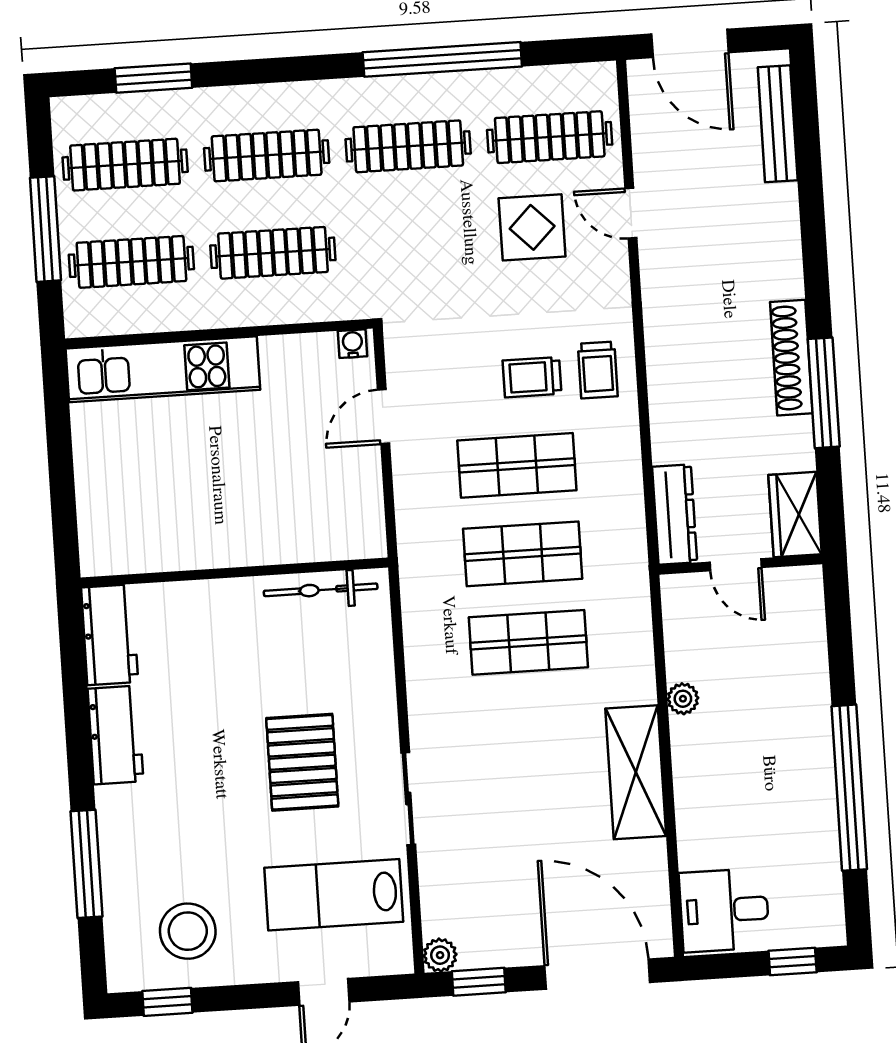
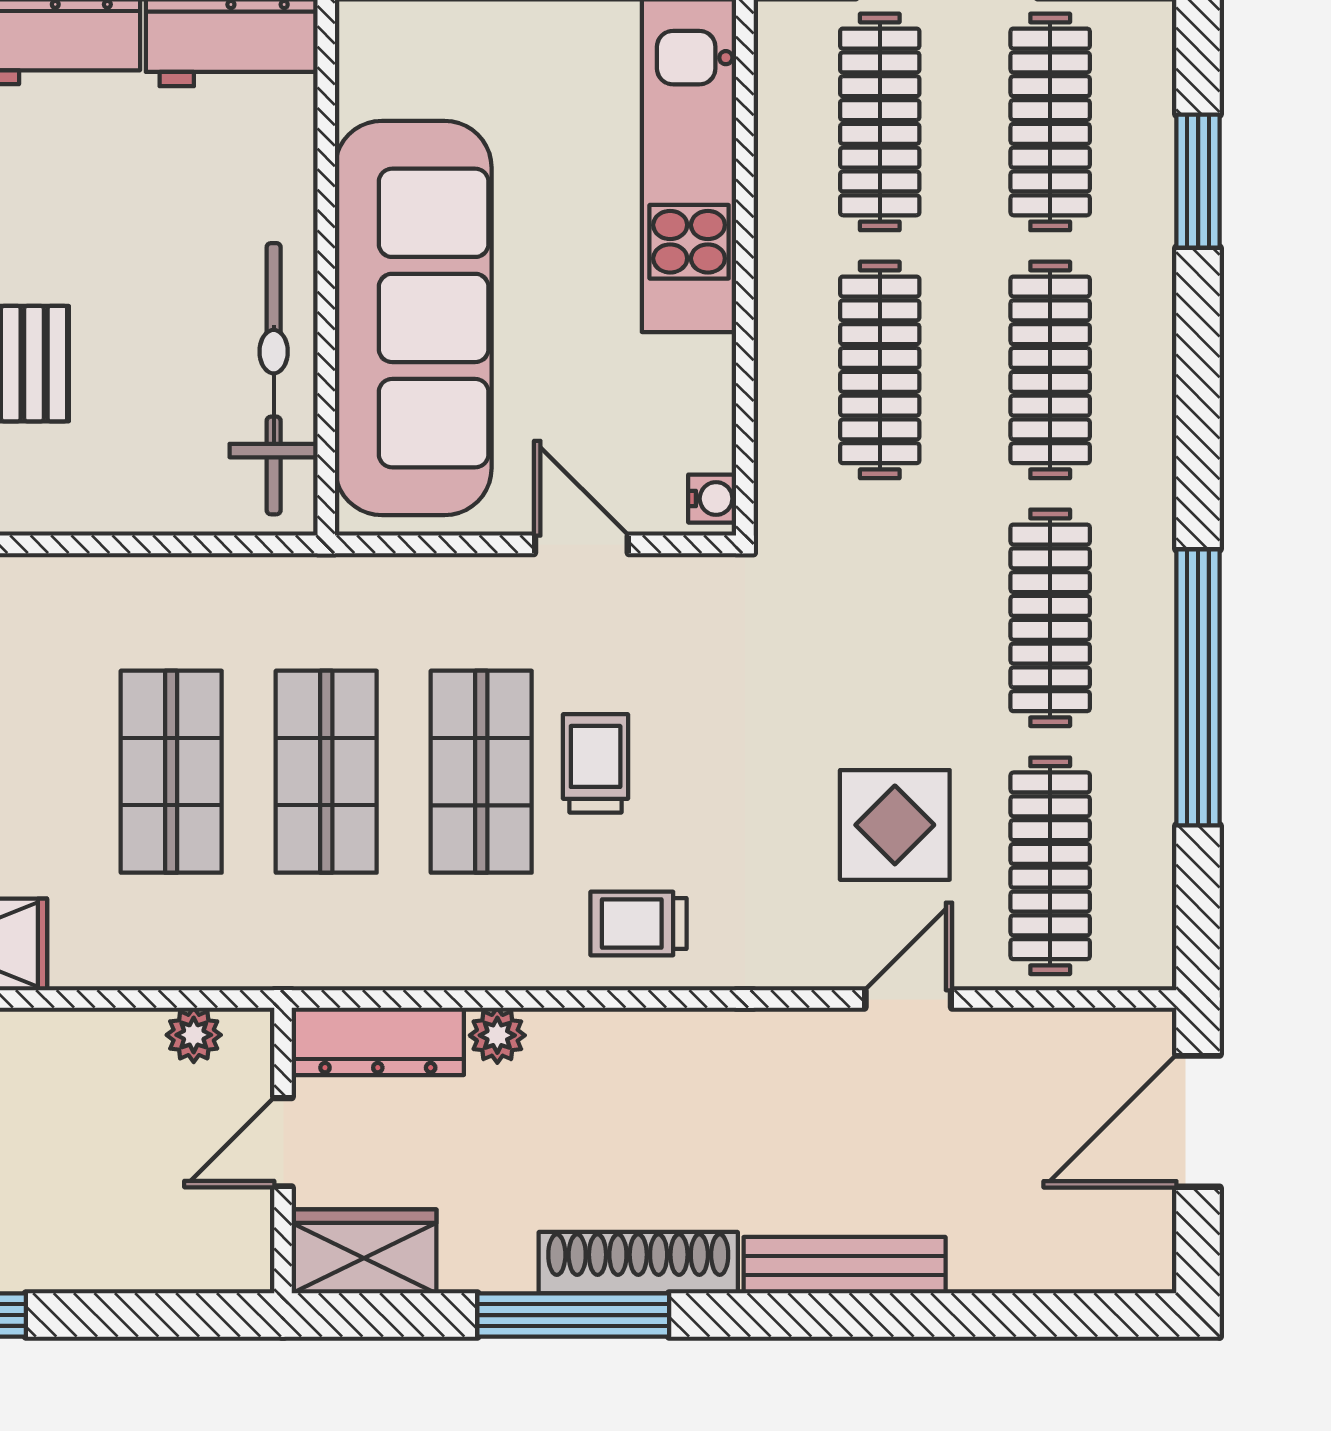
bench: (778, 124) -> (845, 1265), moved
trolley: (532, 377) -> (596, 763), moved
plant: (667, 446) -> (497, 1035), added
sofa: (260, 521) -> (413, 318), added
bicycle: (321, 590) -> (274, 379), width x1.37, depth x1.40
plant: (683, 699) -> (194, 1035), moved

